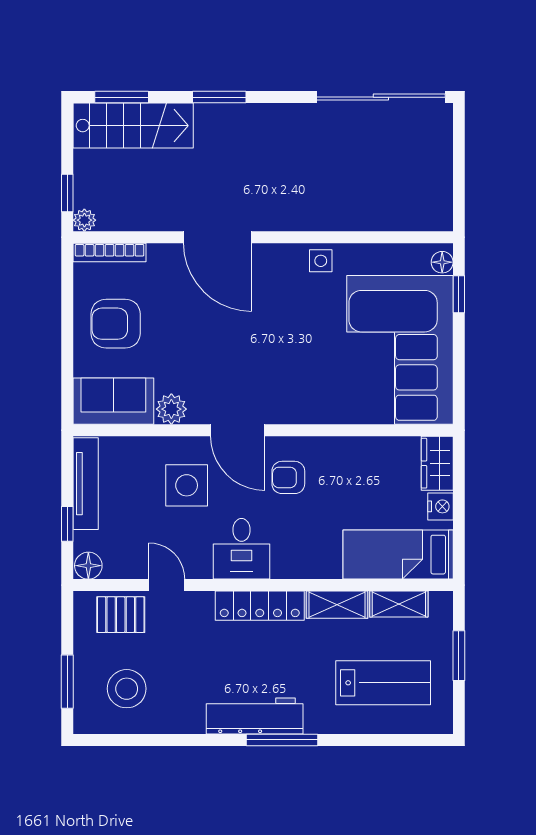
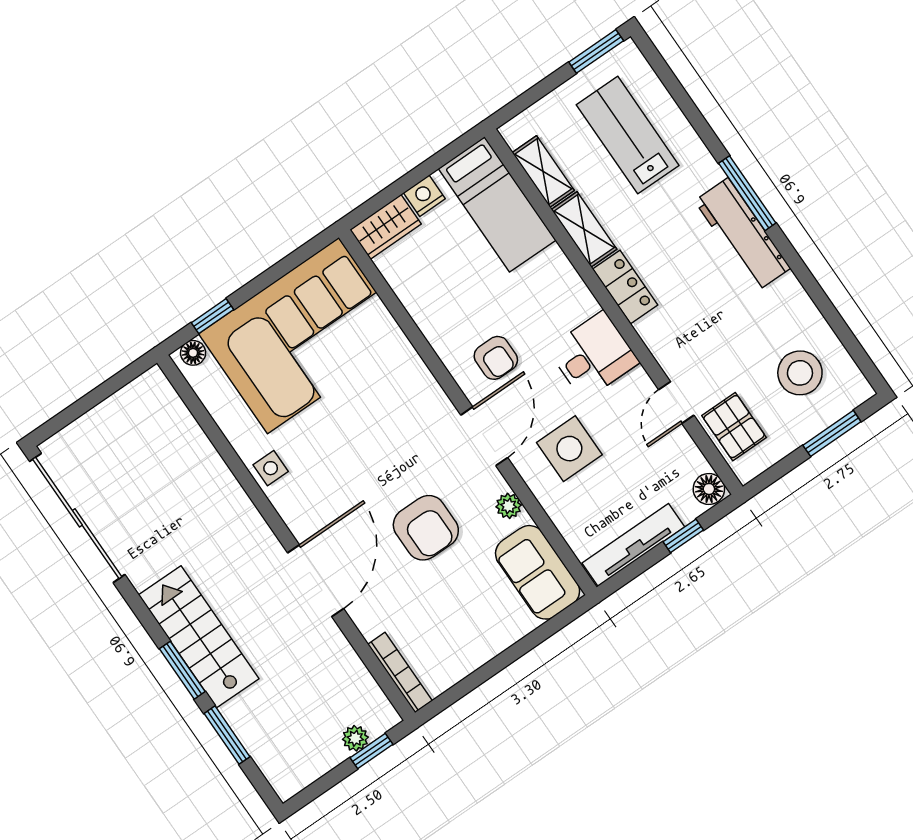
window: (122, 97) -> (227, 735), moved
stairs: (133, 126) -> (199, 637), moved
plant: (84, 220) -> (355, 738), moved
armchair: (116, 324) -> (426, 528), moved
plant: (171, 409) -> (509, 506), width x0.73, depth x0.73
locker: (260, 606) -> (625, 287), width x0.66
window: (459, 656) -> (596, 51), moved

